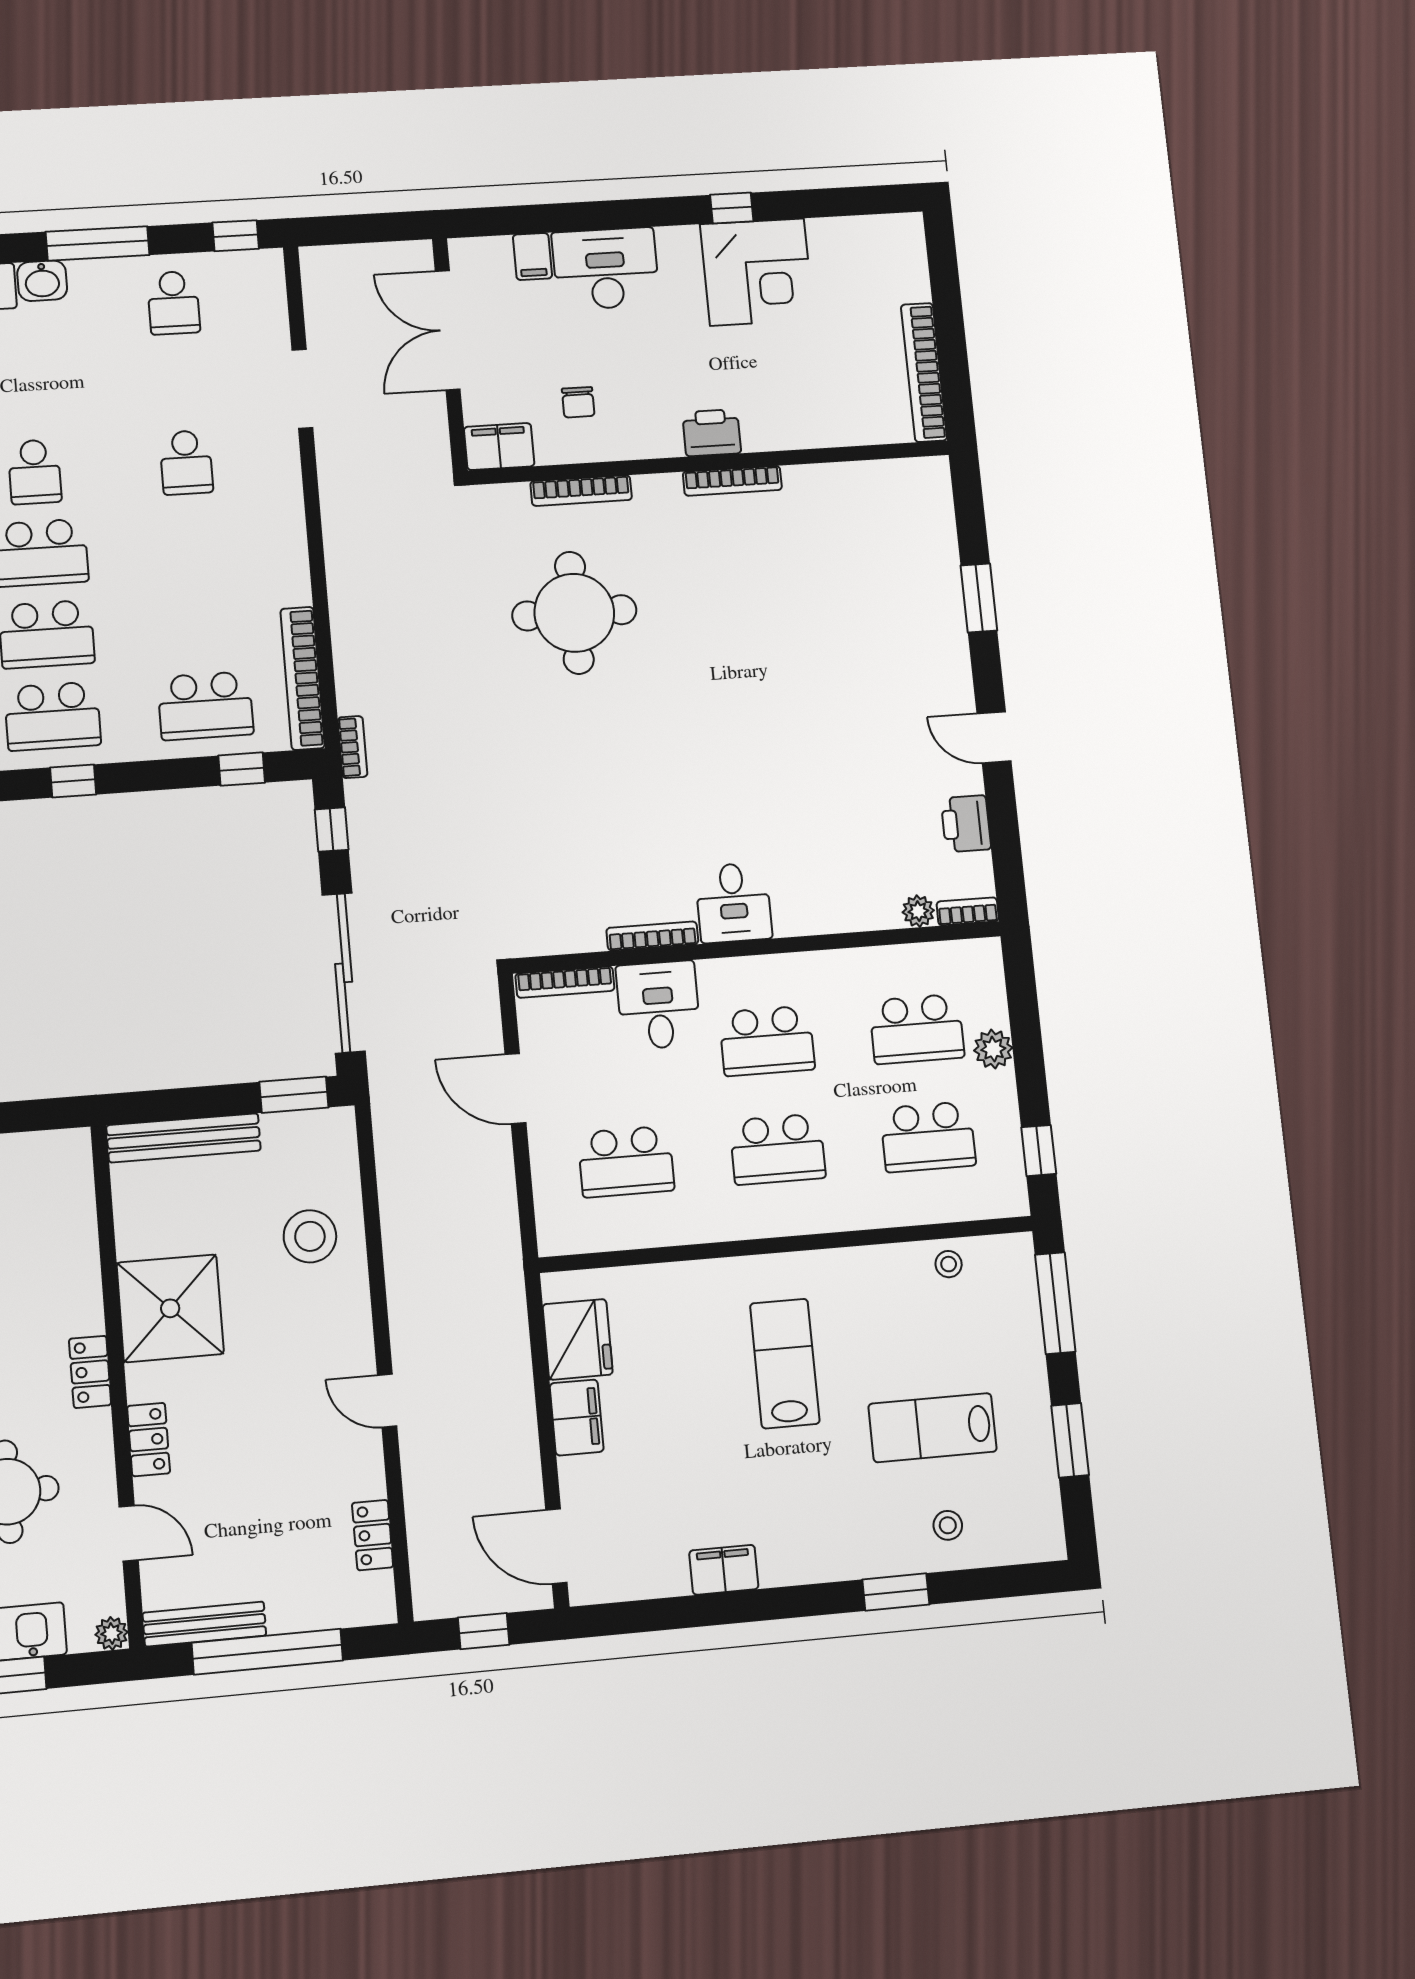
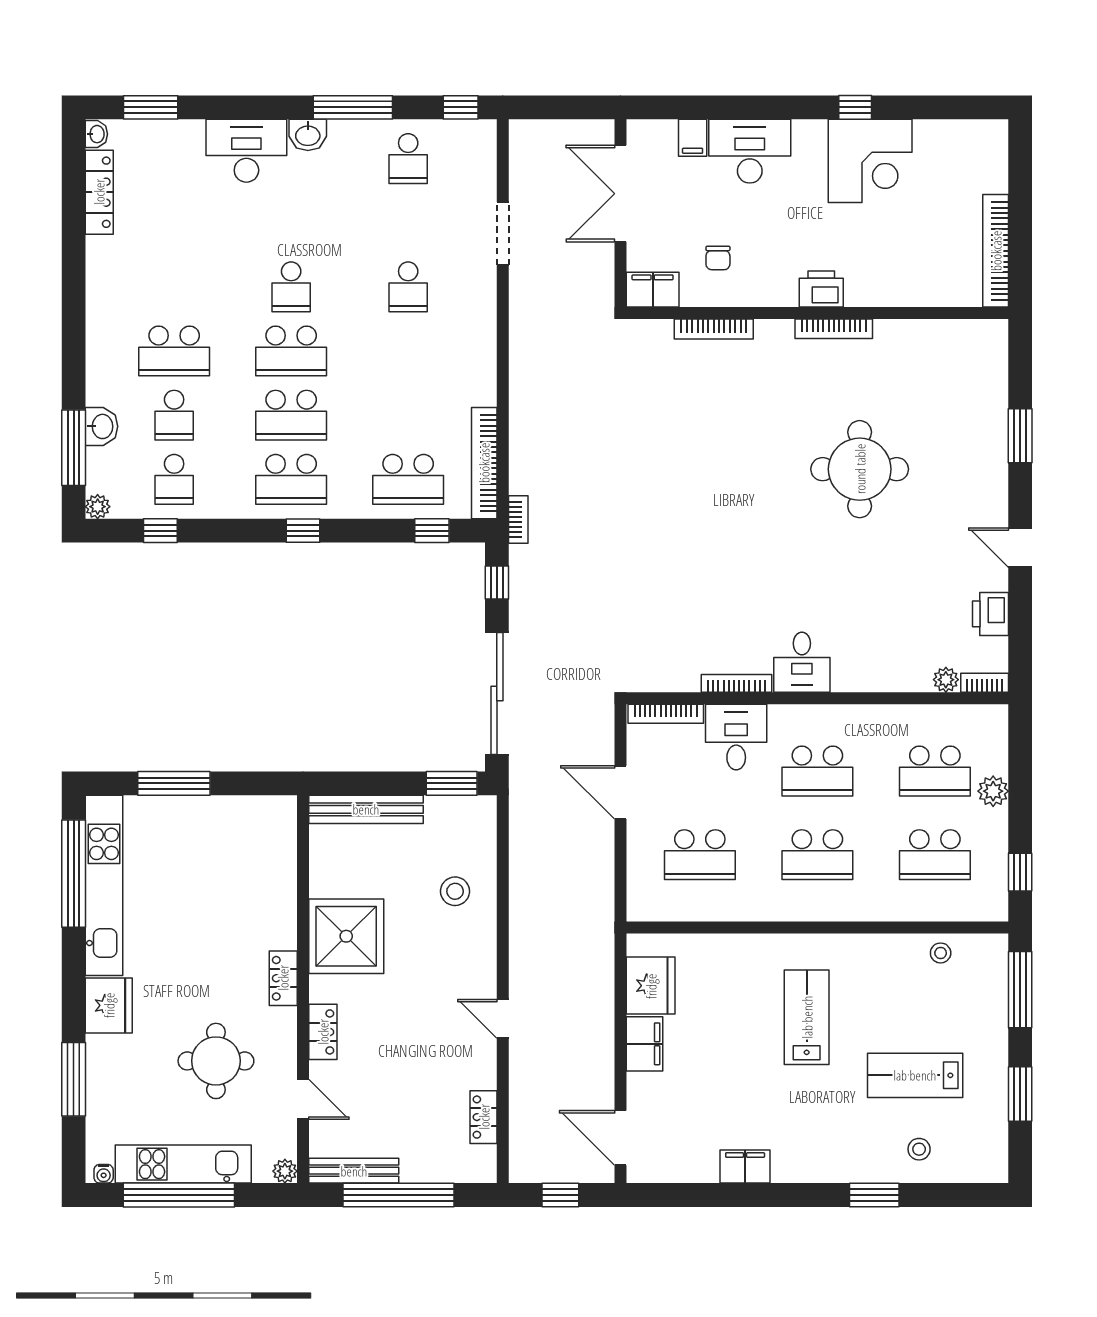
round table: (574, 613) -> (860, 469), moved
stool: (310, 1236) -> (455, 891), width x0.73, depth x0.73

